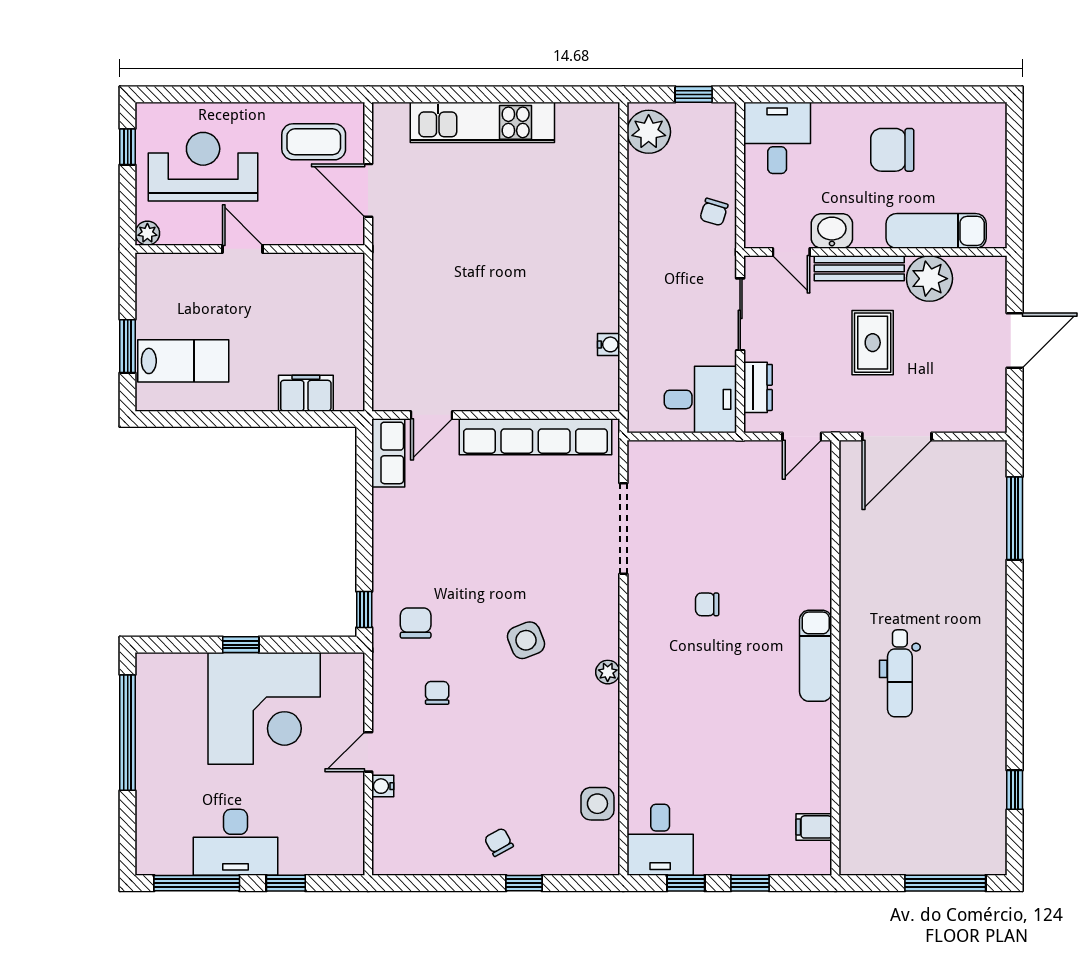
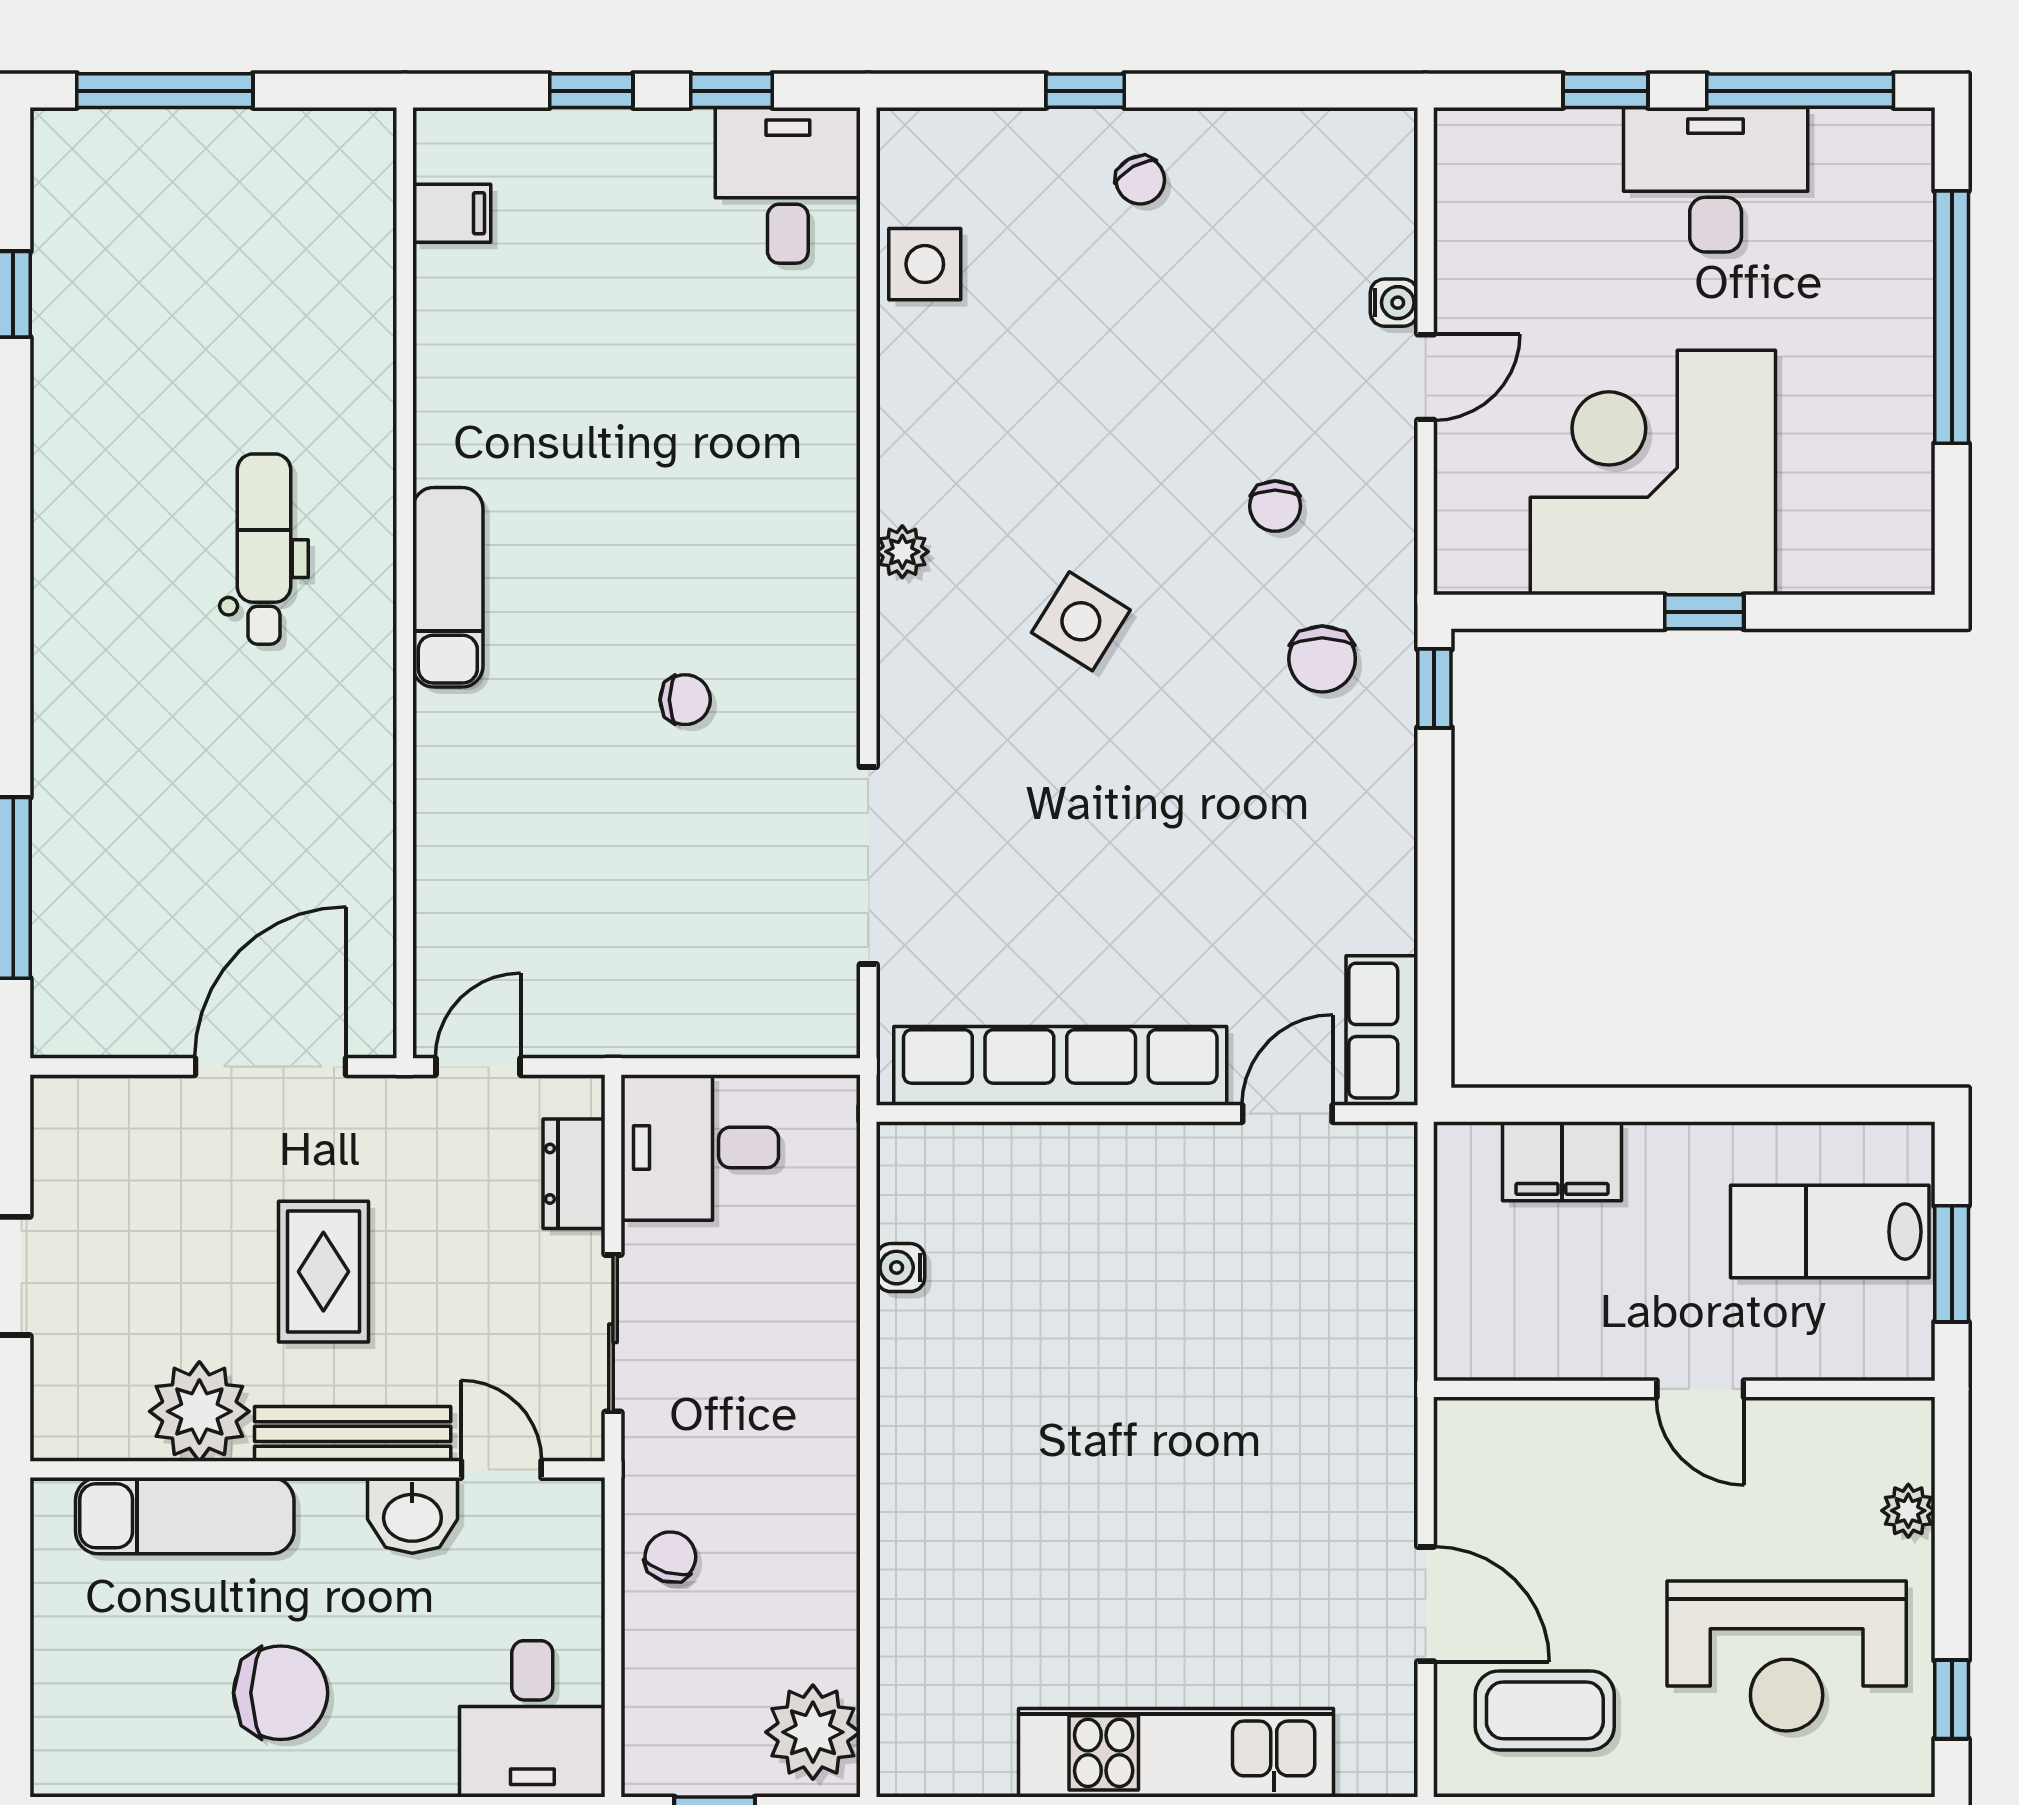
door: (243, 249) -> (1700, 1389), moved
wall: (250, 249) -> (1684, 1389), moved
side table: (526, 640) -> (1081, 621), turned -36
window: (128, 733) -> (1952, 317), moved

